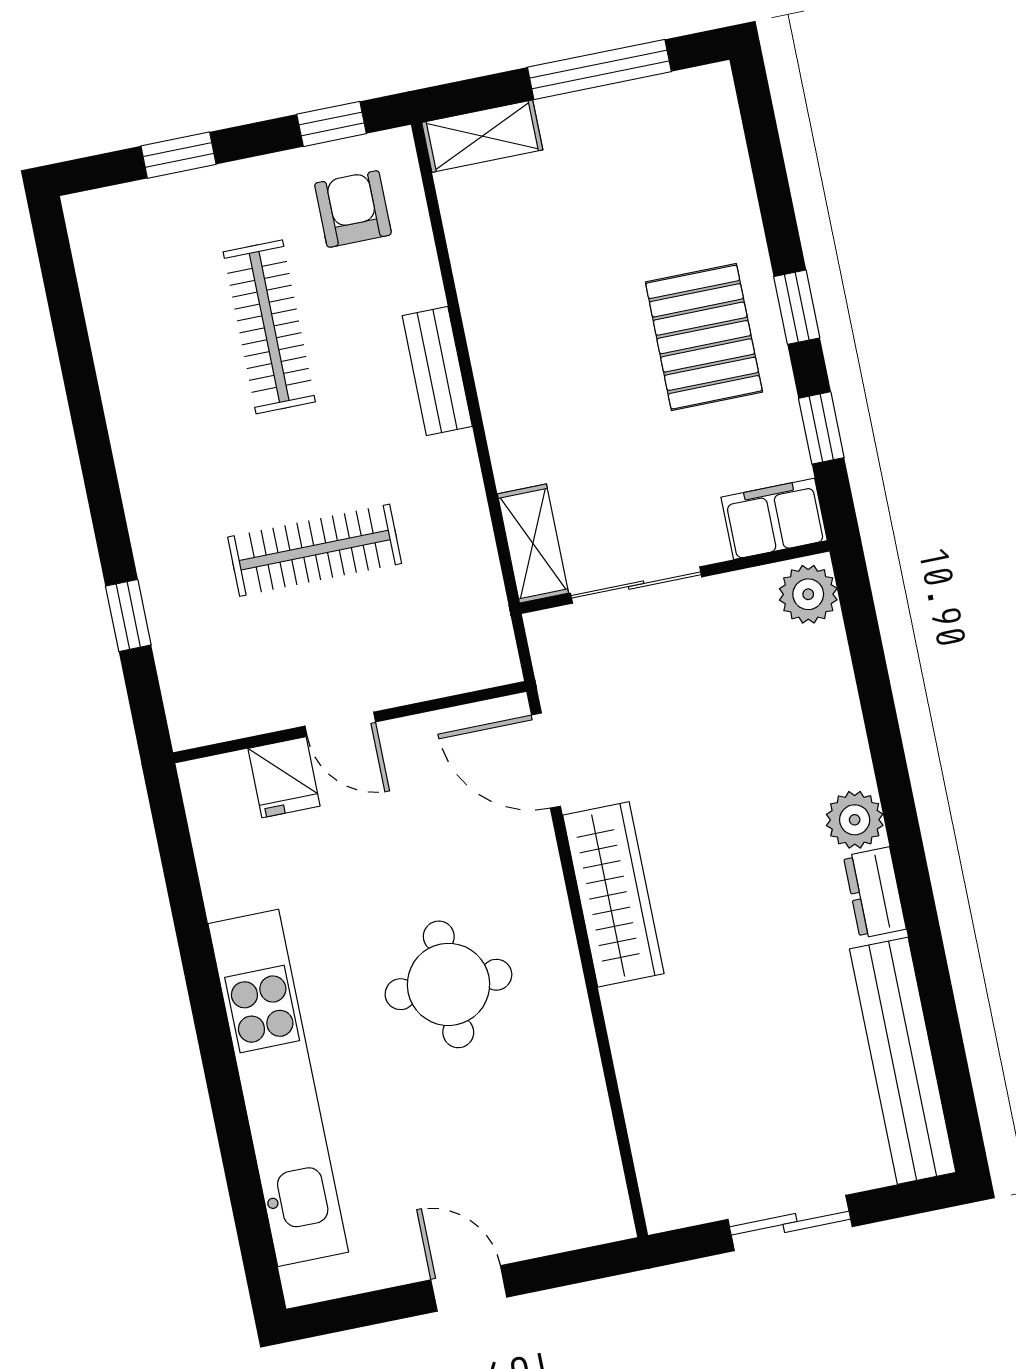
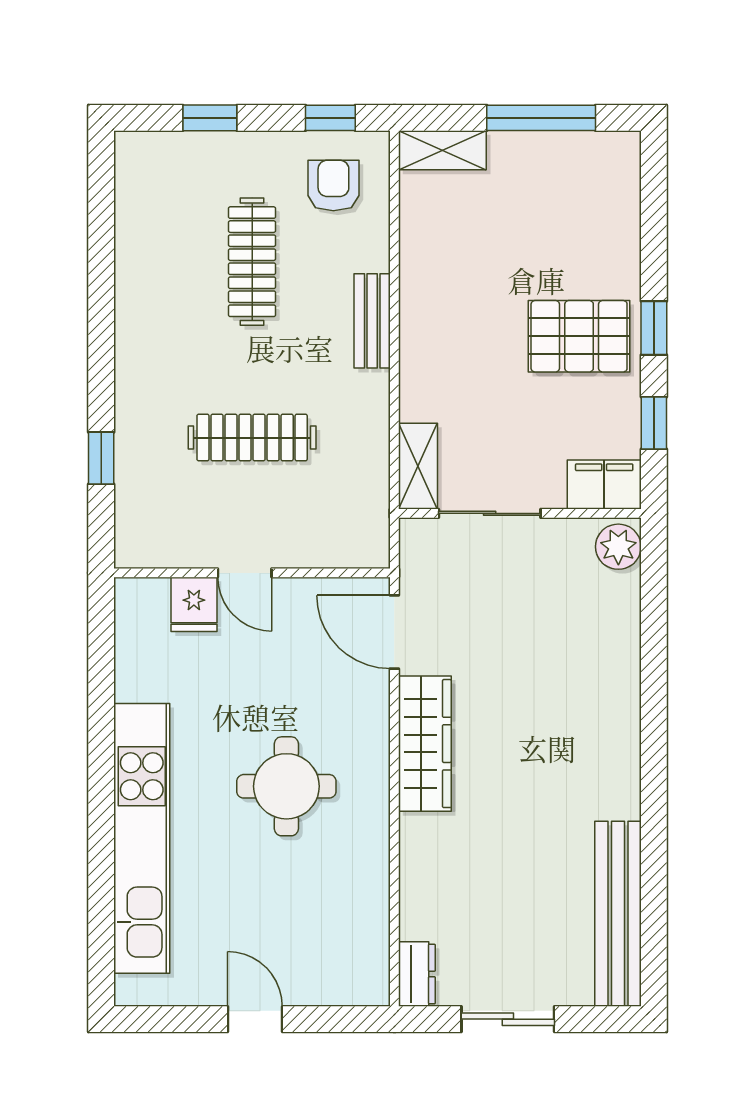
pallet: (704, 337) -> (579, 336), turned 90
plant: (855, 820) -> (619, 724), removed
dresser: (875, 893) -> (417, 974), moved, turned 180

